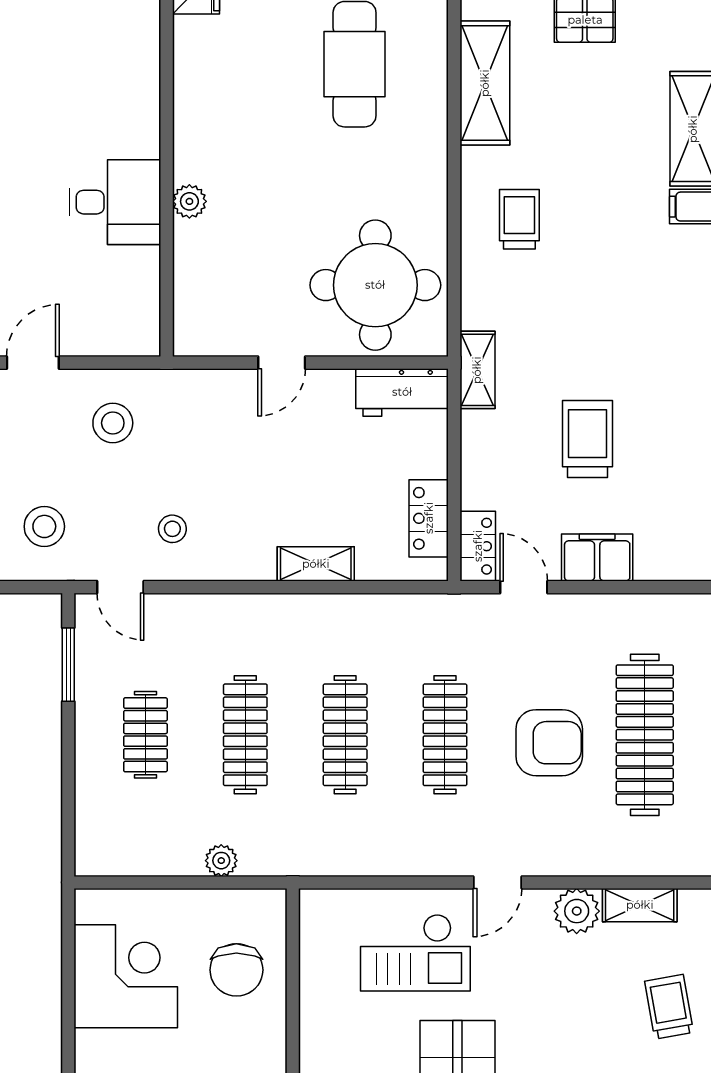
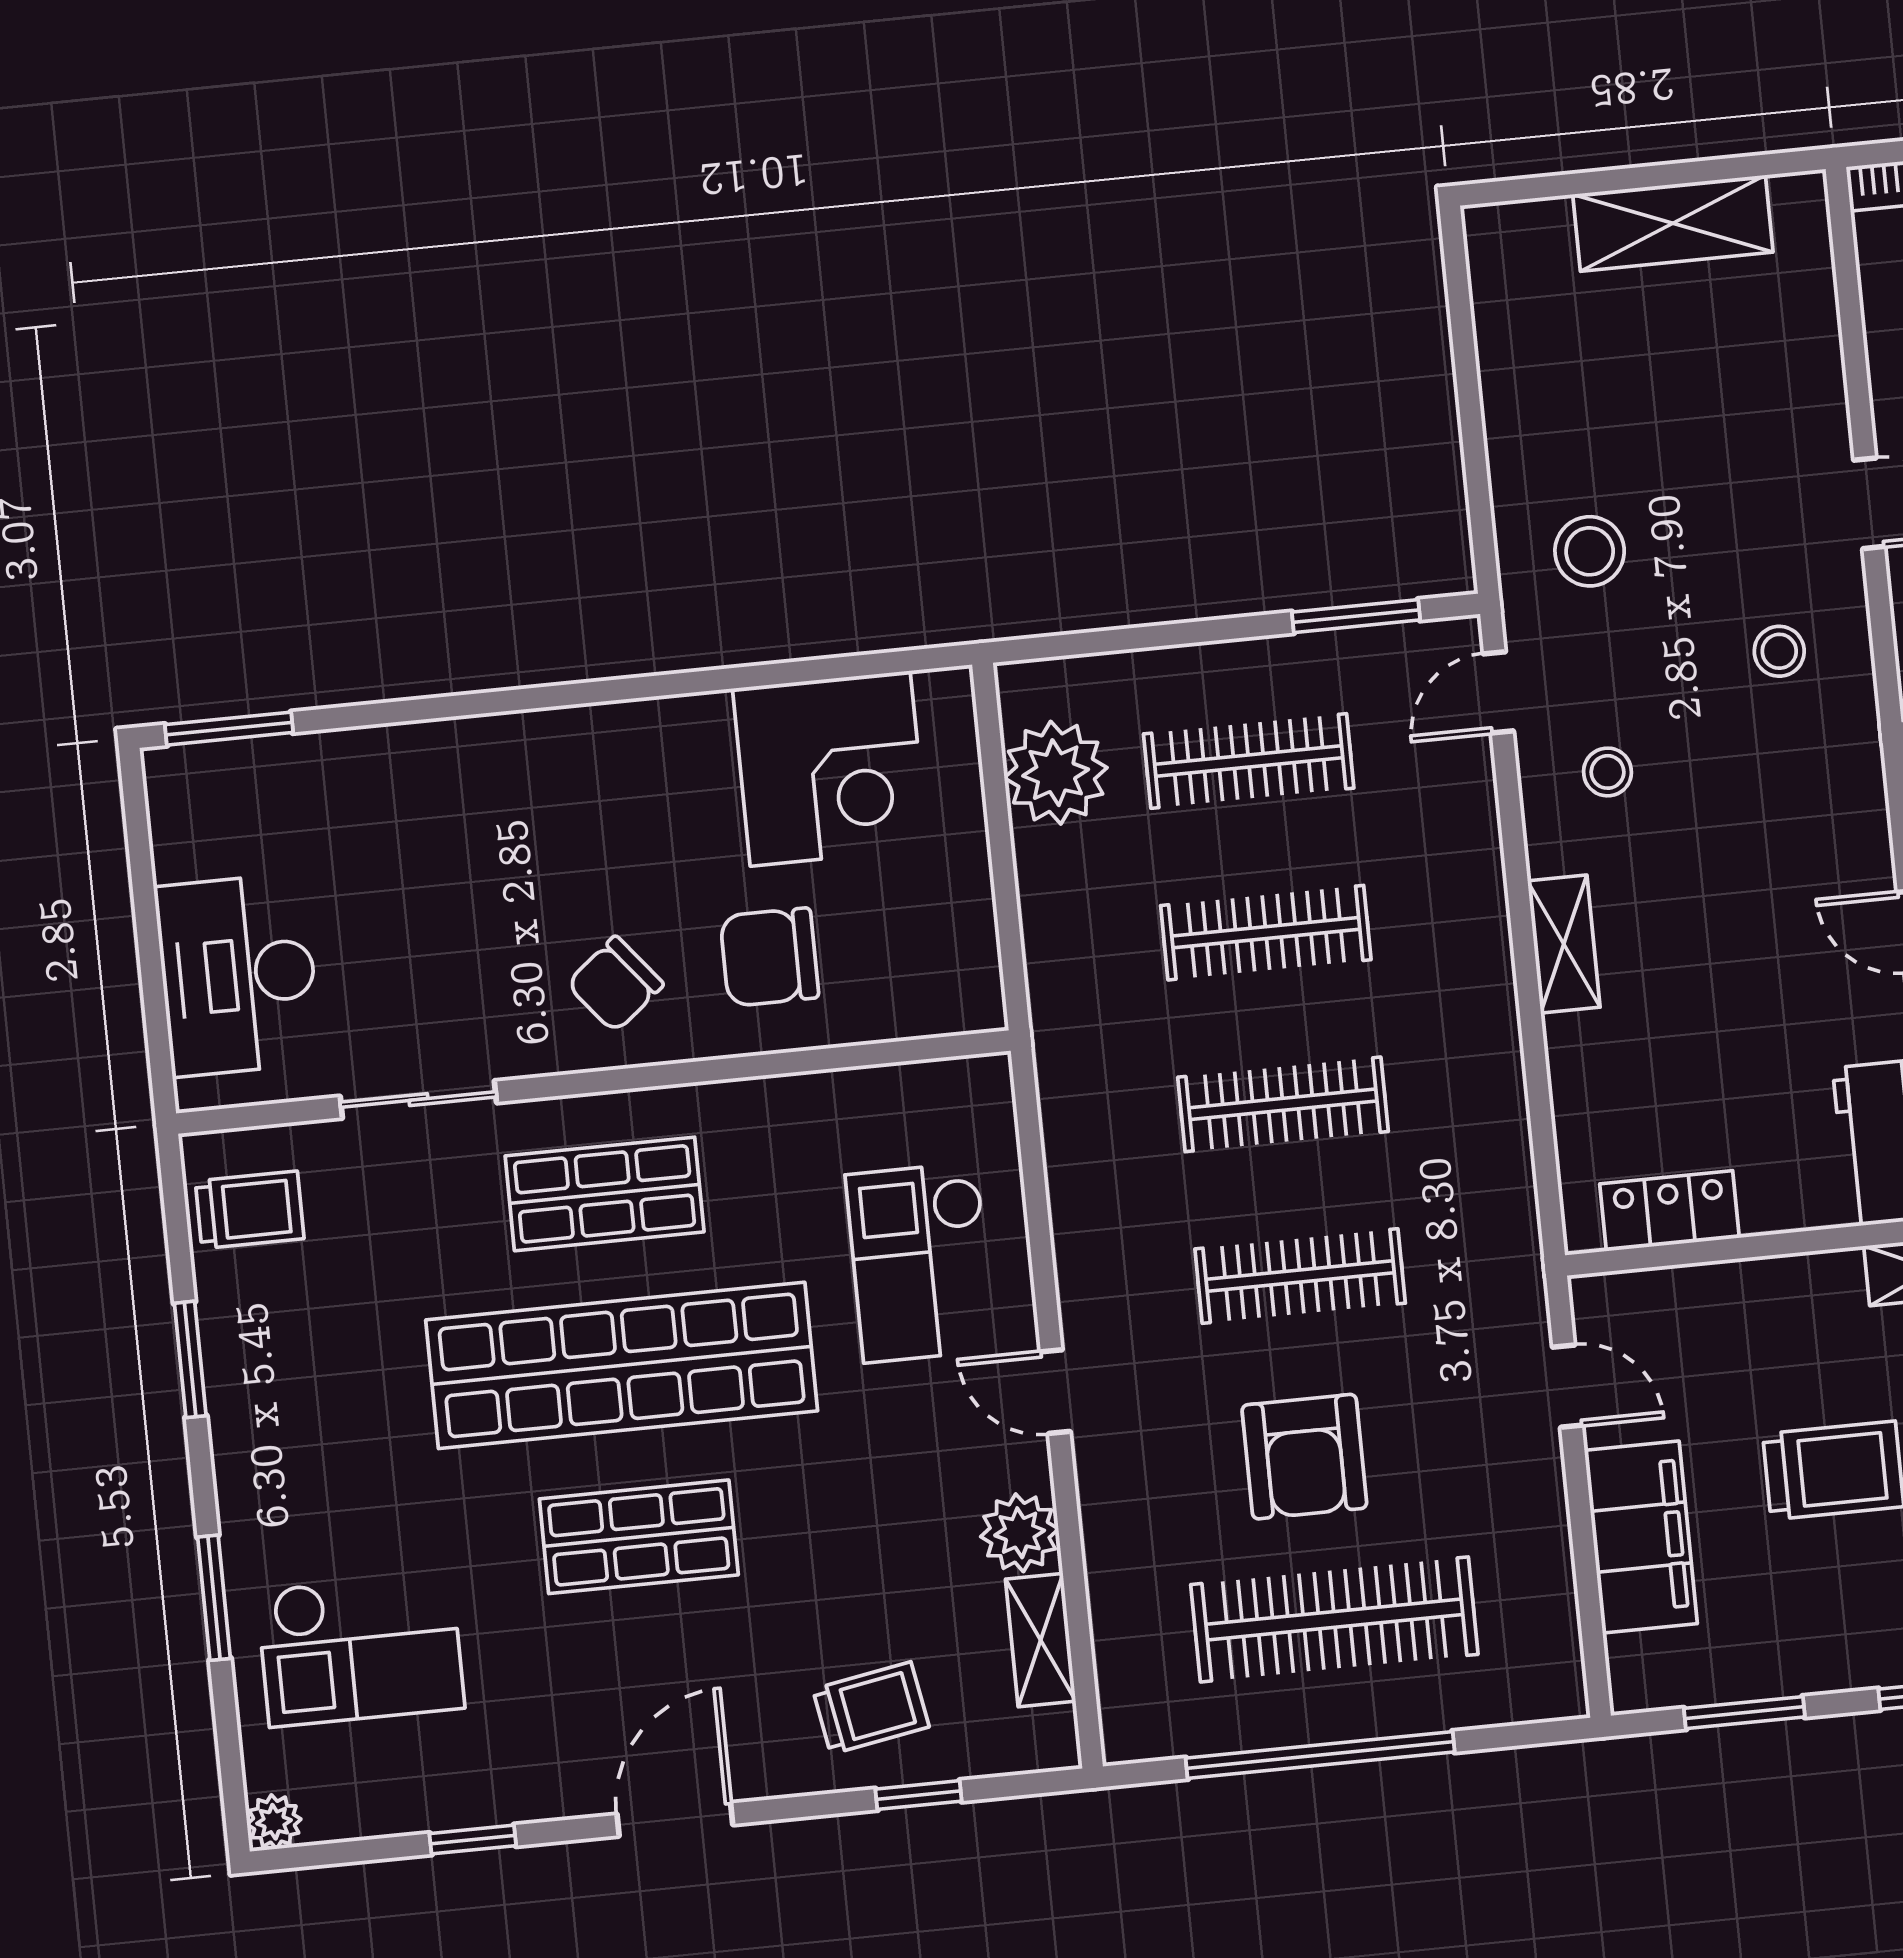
stool: (113, 423) -> (1779, 651), width x0.73, depth x0.73
locker: (478, 546) -> (1630, 1300), removed
filing cabinet: (597, 558) -> (1641, 1537), width x1.50, depth x1.17
shelving: (316, 564) -> (1564, 944), moved
door: (524, 587) -> (1568, 1386), hinge flipped
clothes rail: (145, 735) -> (1249, 761), width x1.36
plant: (221, 861) -> (1056, 773), moved, width x1.88, depth x1.88
chair: (236, 970) -> (769, 957), moved

